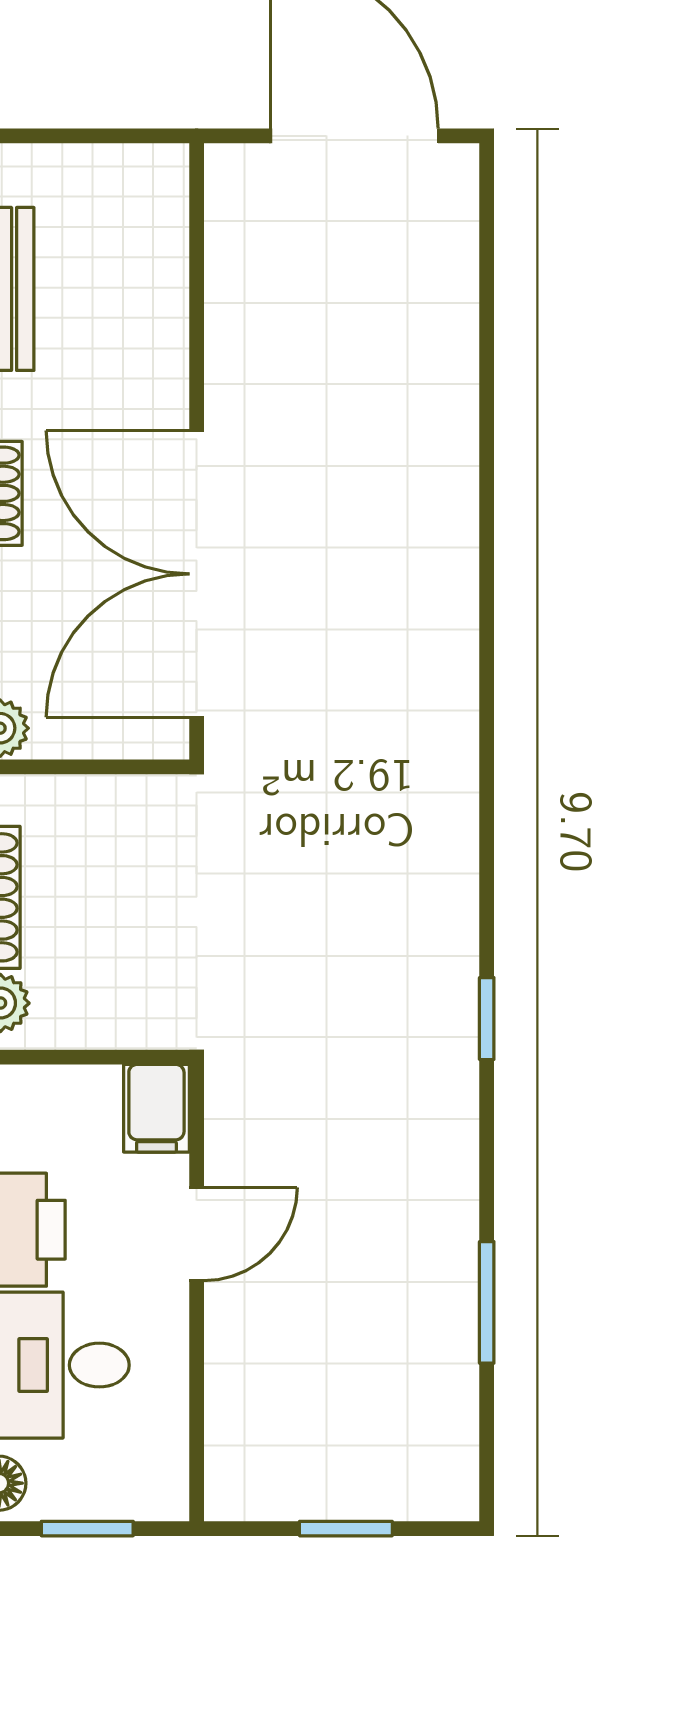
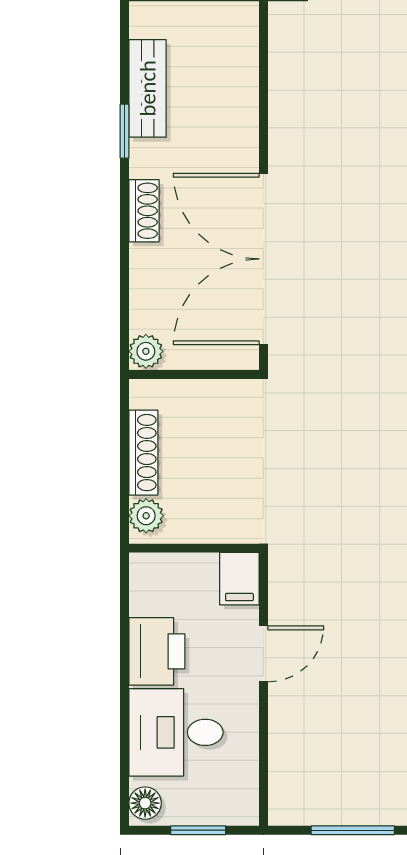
window: (346, 1529) -> (353, 830), width x1.50

